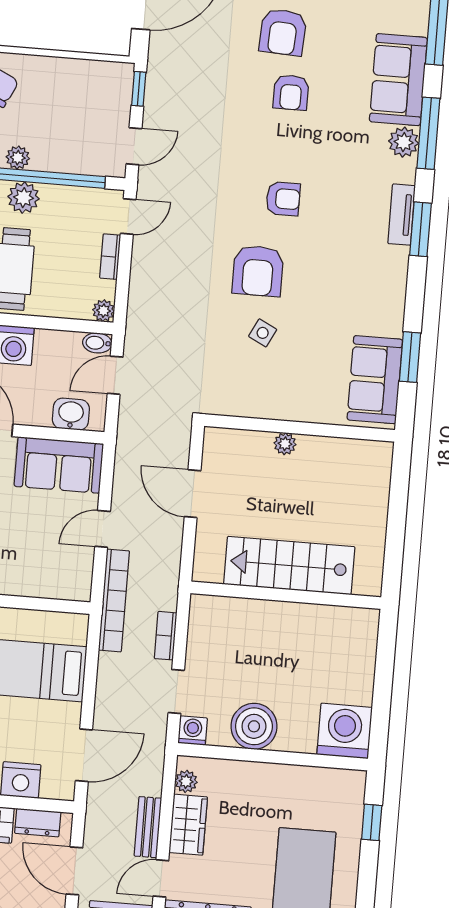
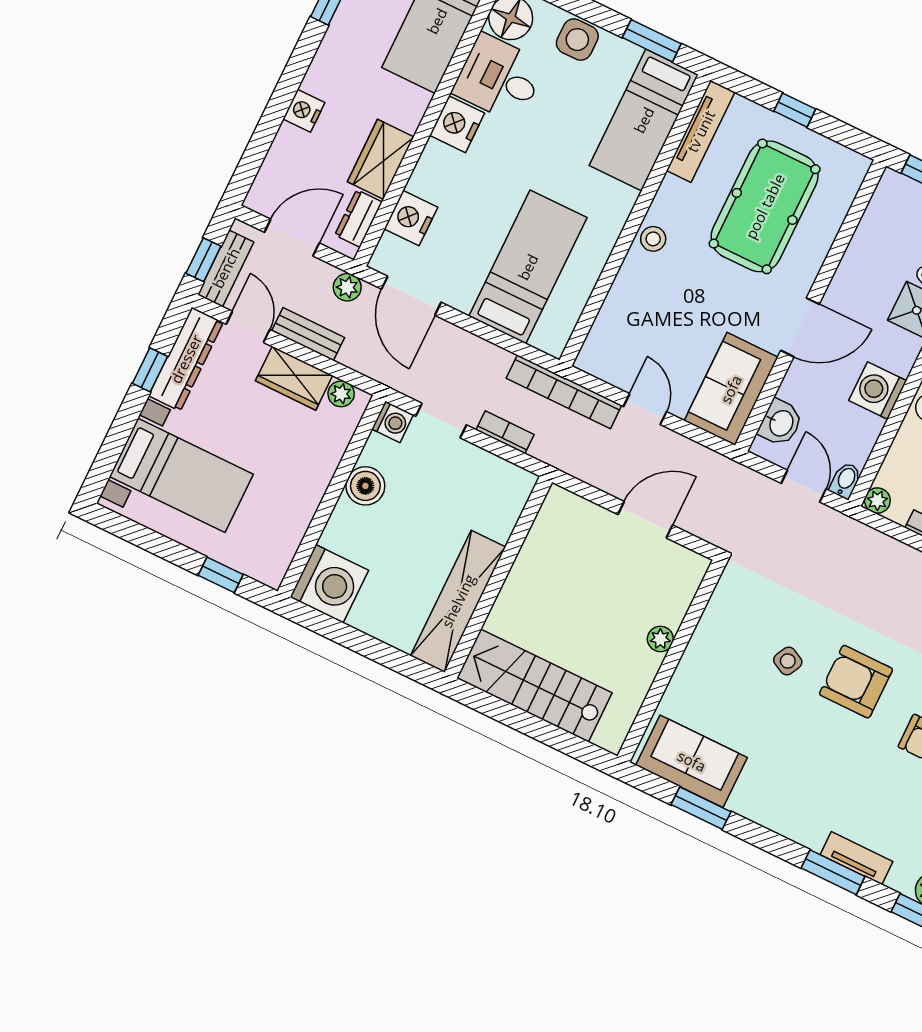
stairs: (289, 566) -> (534, 686), moved, turned -90
shelving: (318, 620) -> (458, 601), added
boiler: (254, 726) -> (365, 486), width x0.73, depth x0.73
plant: (97, 810) -> (347, 287), added

